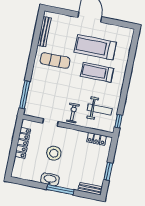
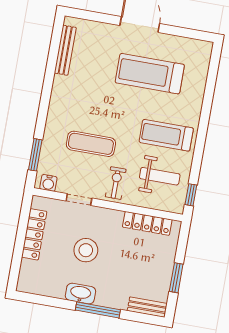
exercise mat: (55, 61) -> (91, 144), moved
treadmill: (97, 72) -> (166, 135), moved
window: (25, 95) -> (35, 155), width x0.69
water cooler: (32, 112) -> (48, 183), added
locker: (97, 139) -> (147, 223), width x1.53

